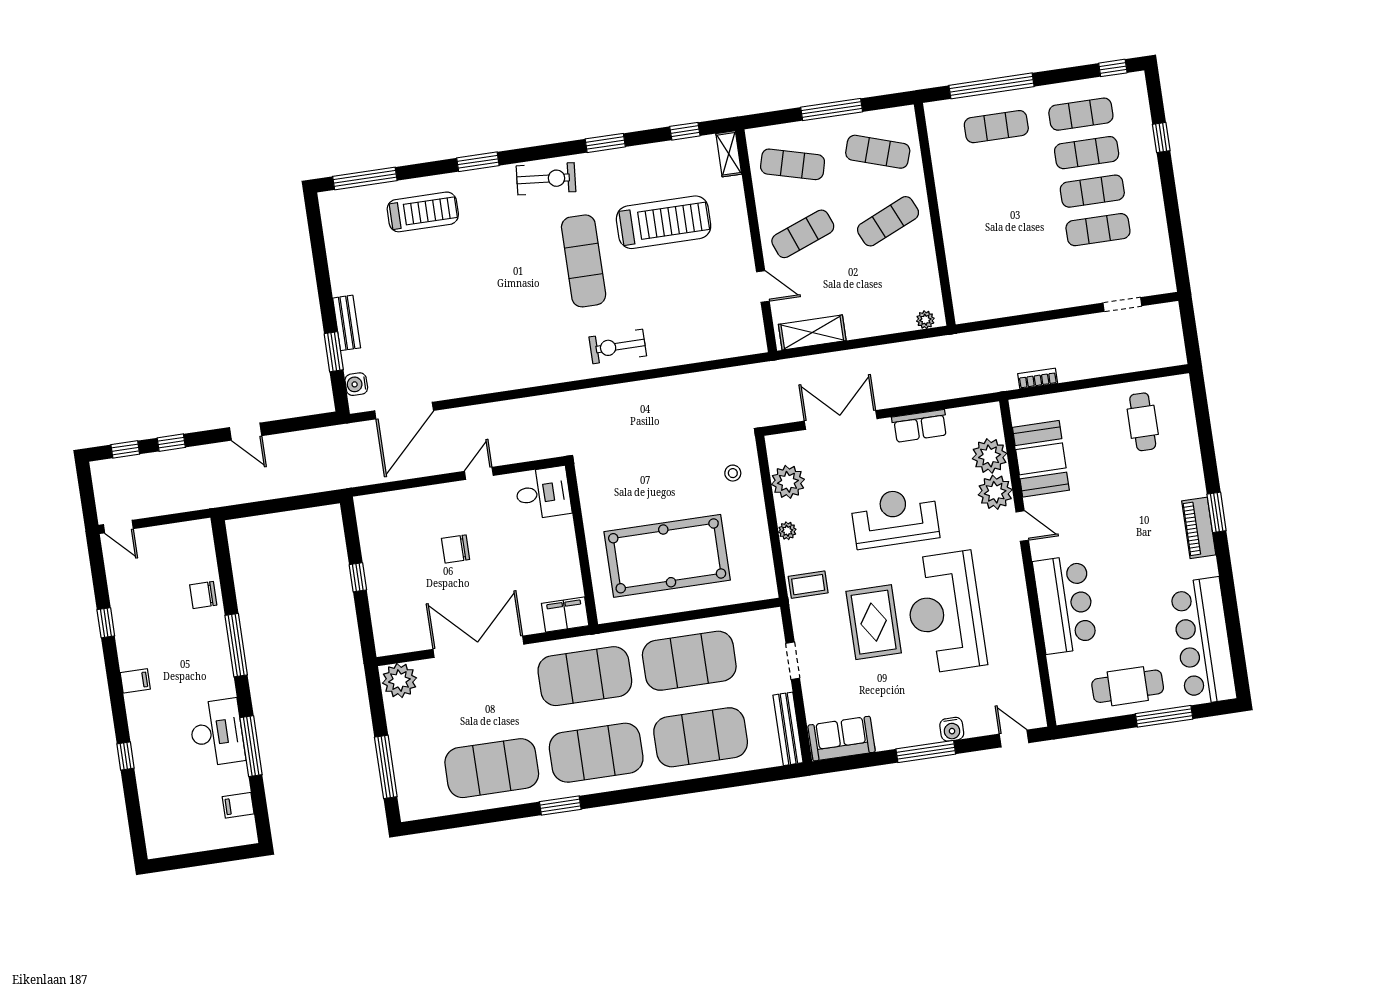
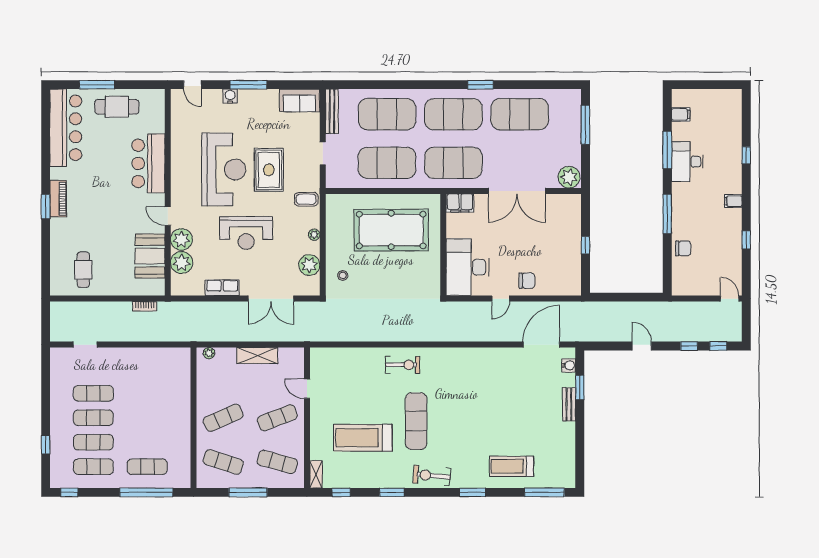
shelving: (812, 333) -> (257, 356), moved
desk: (543, 493) -> (468, 267), width x1.87, depth x1.30
chair: (456, 549) -> (527, 281), moved

